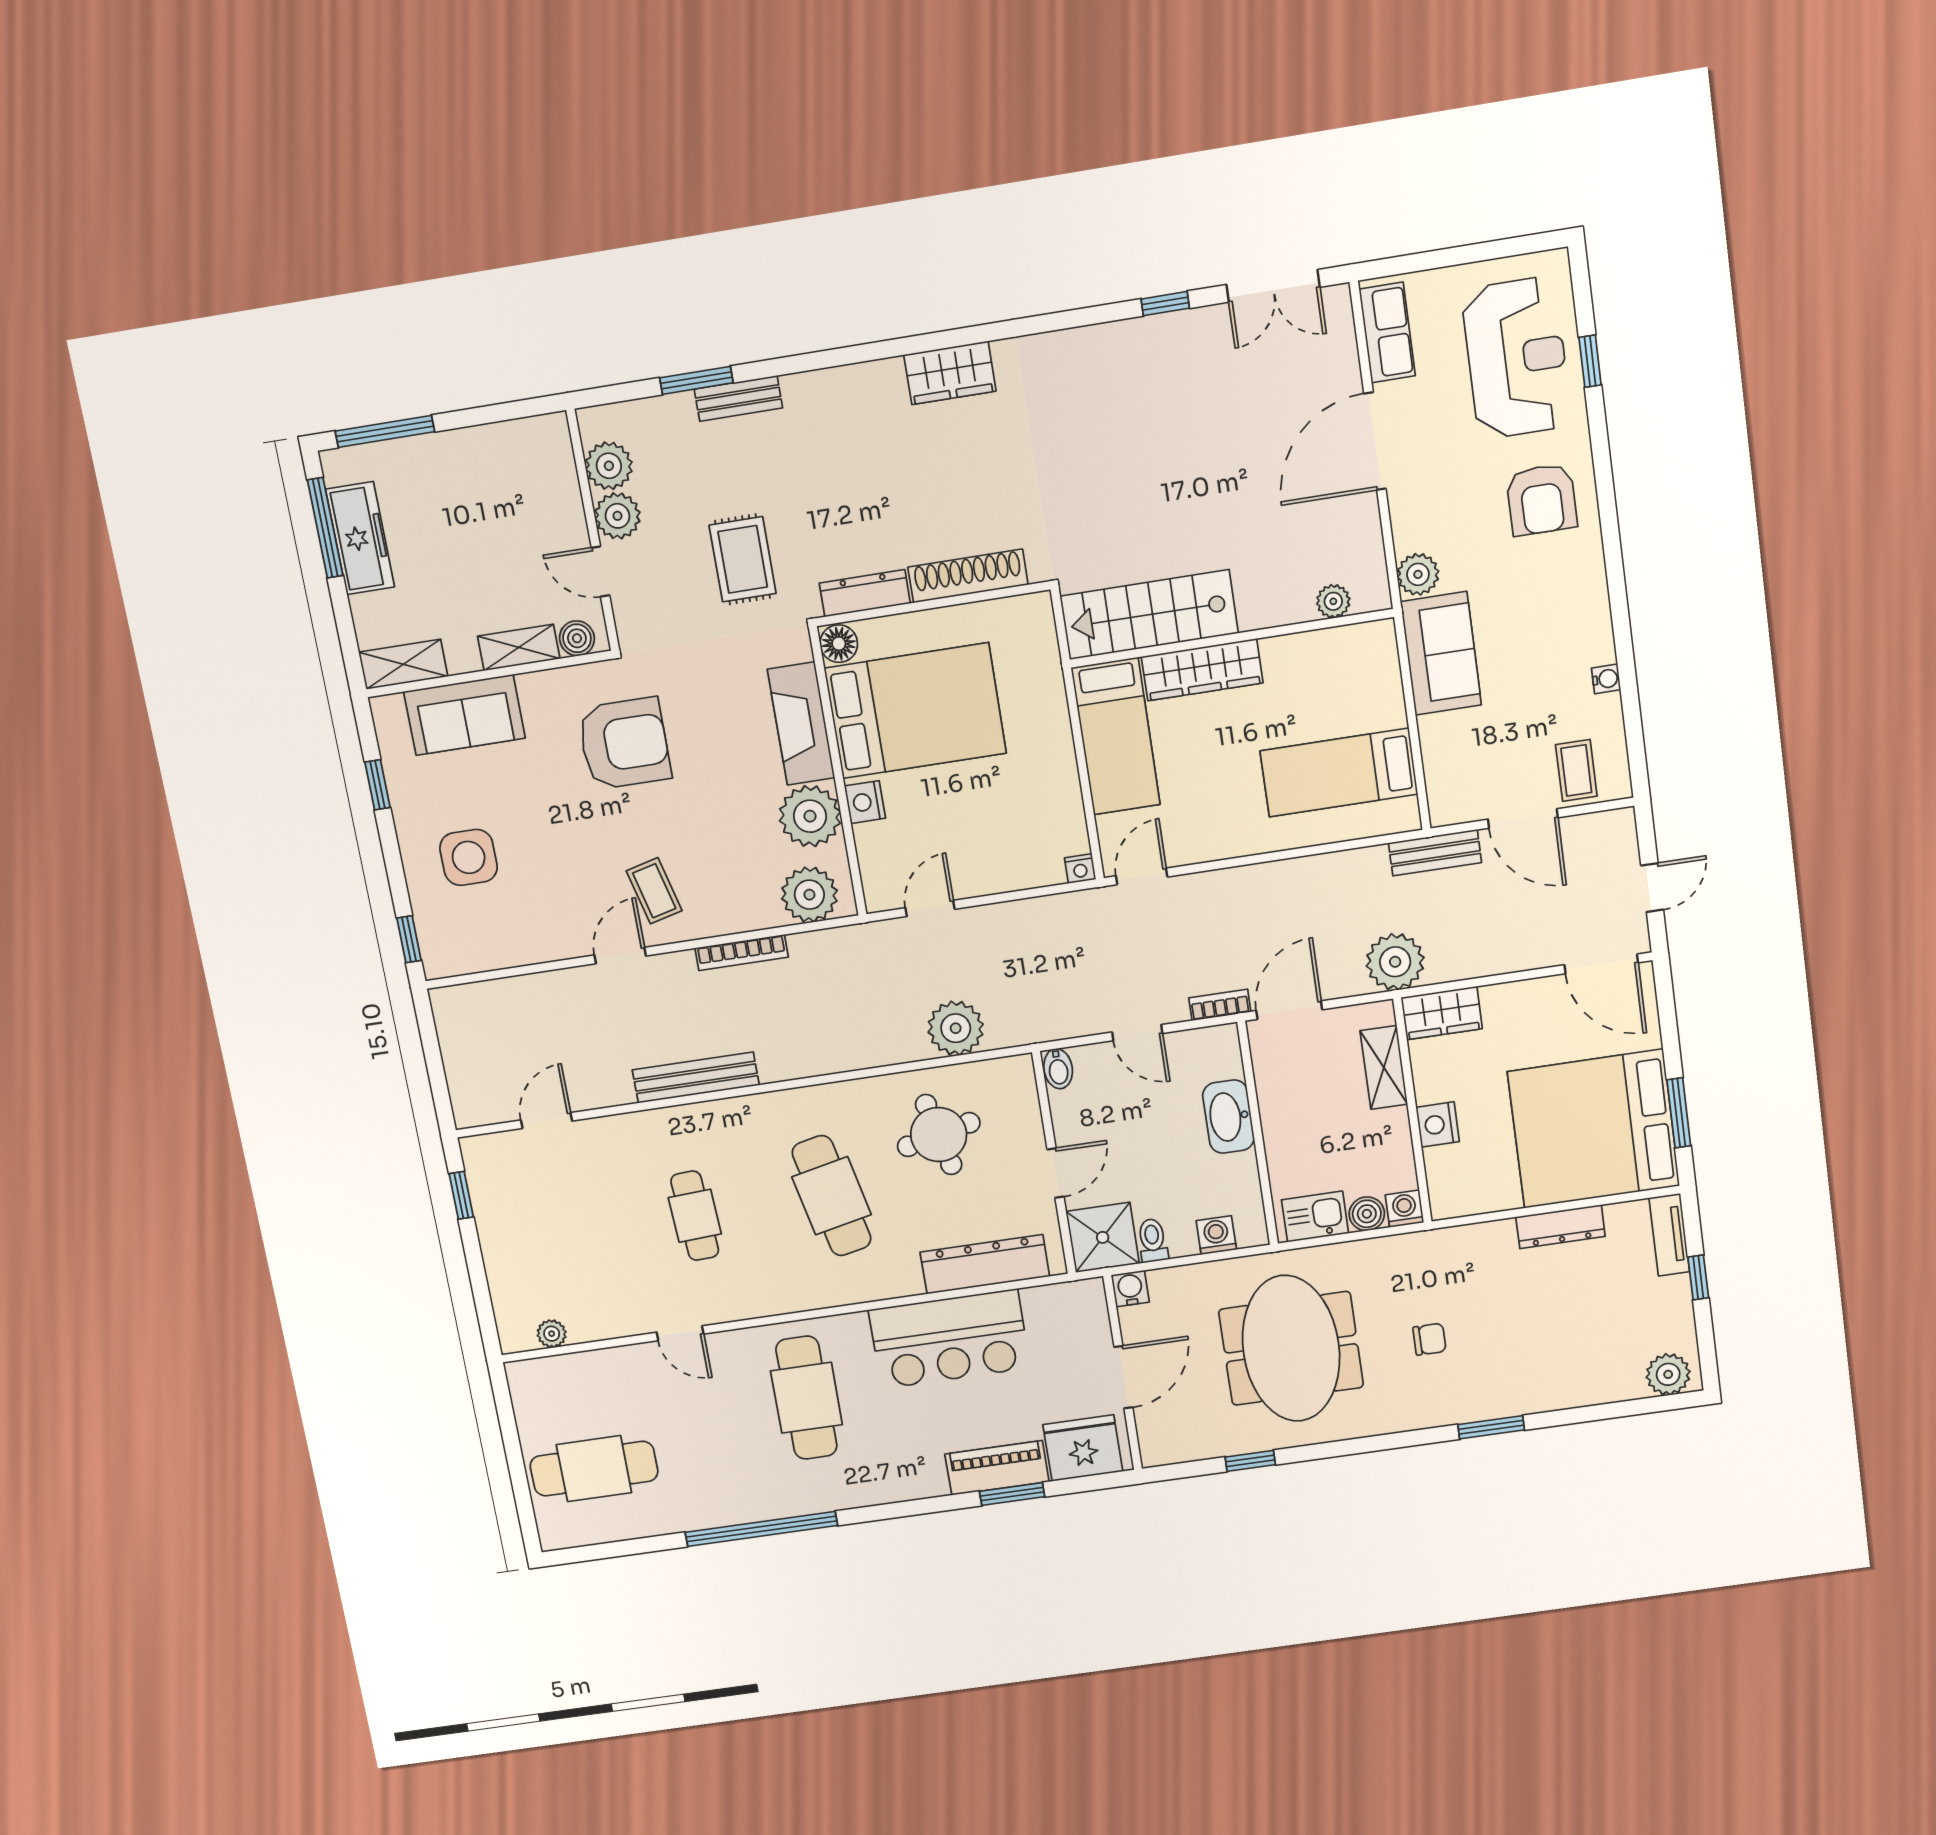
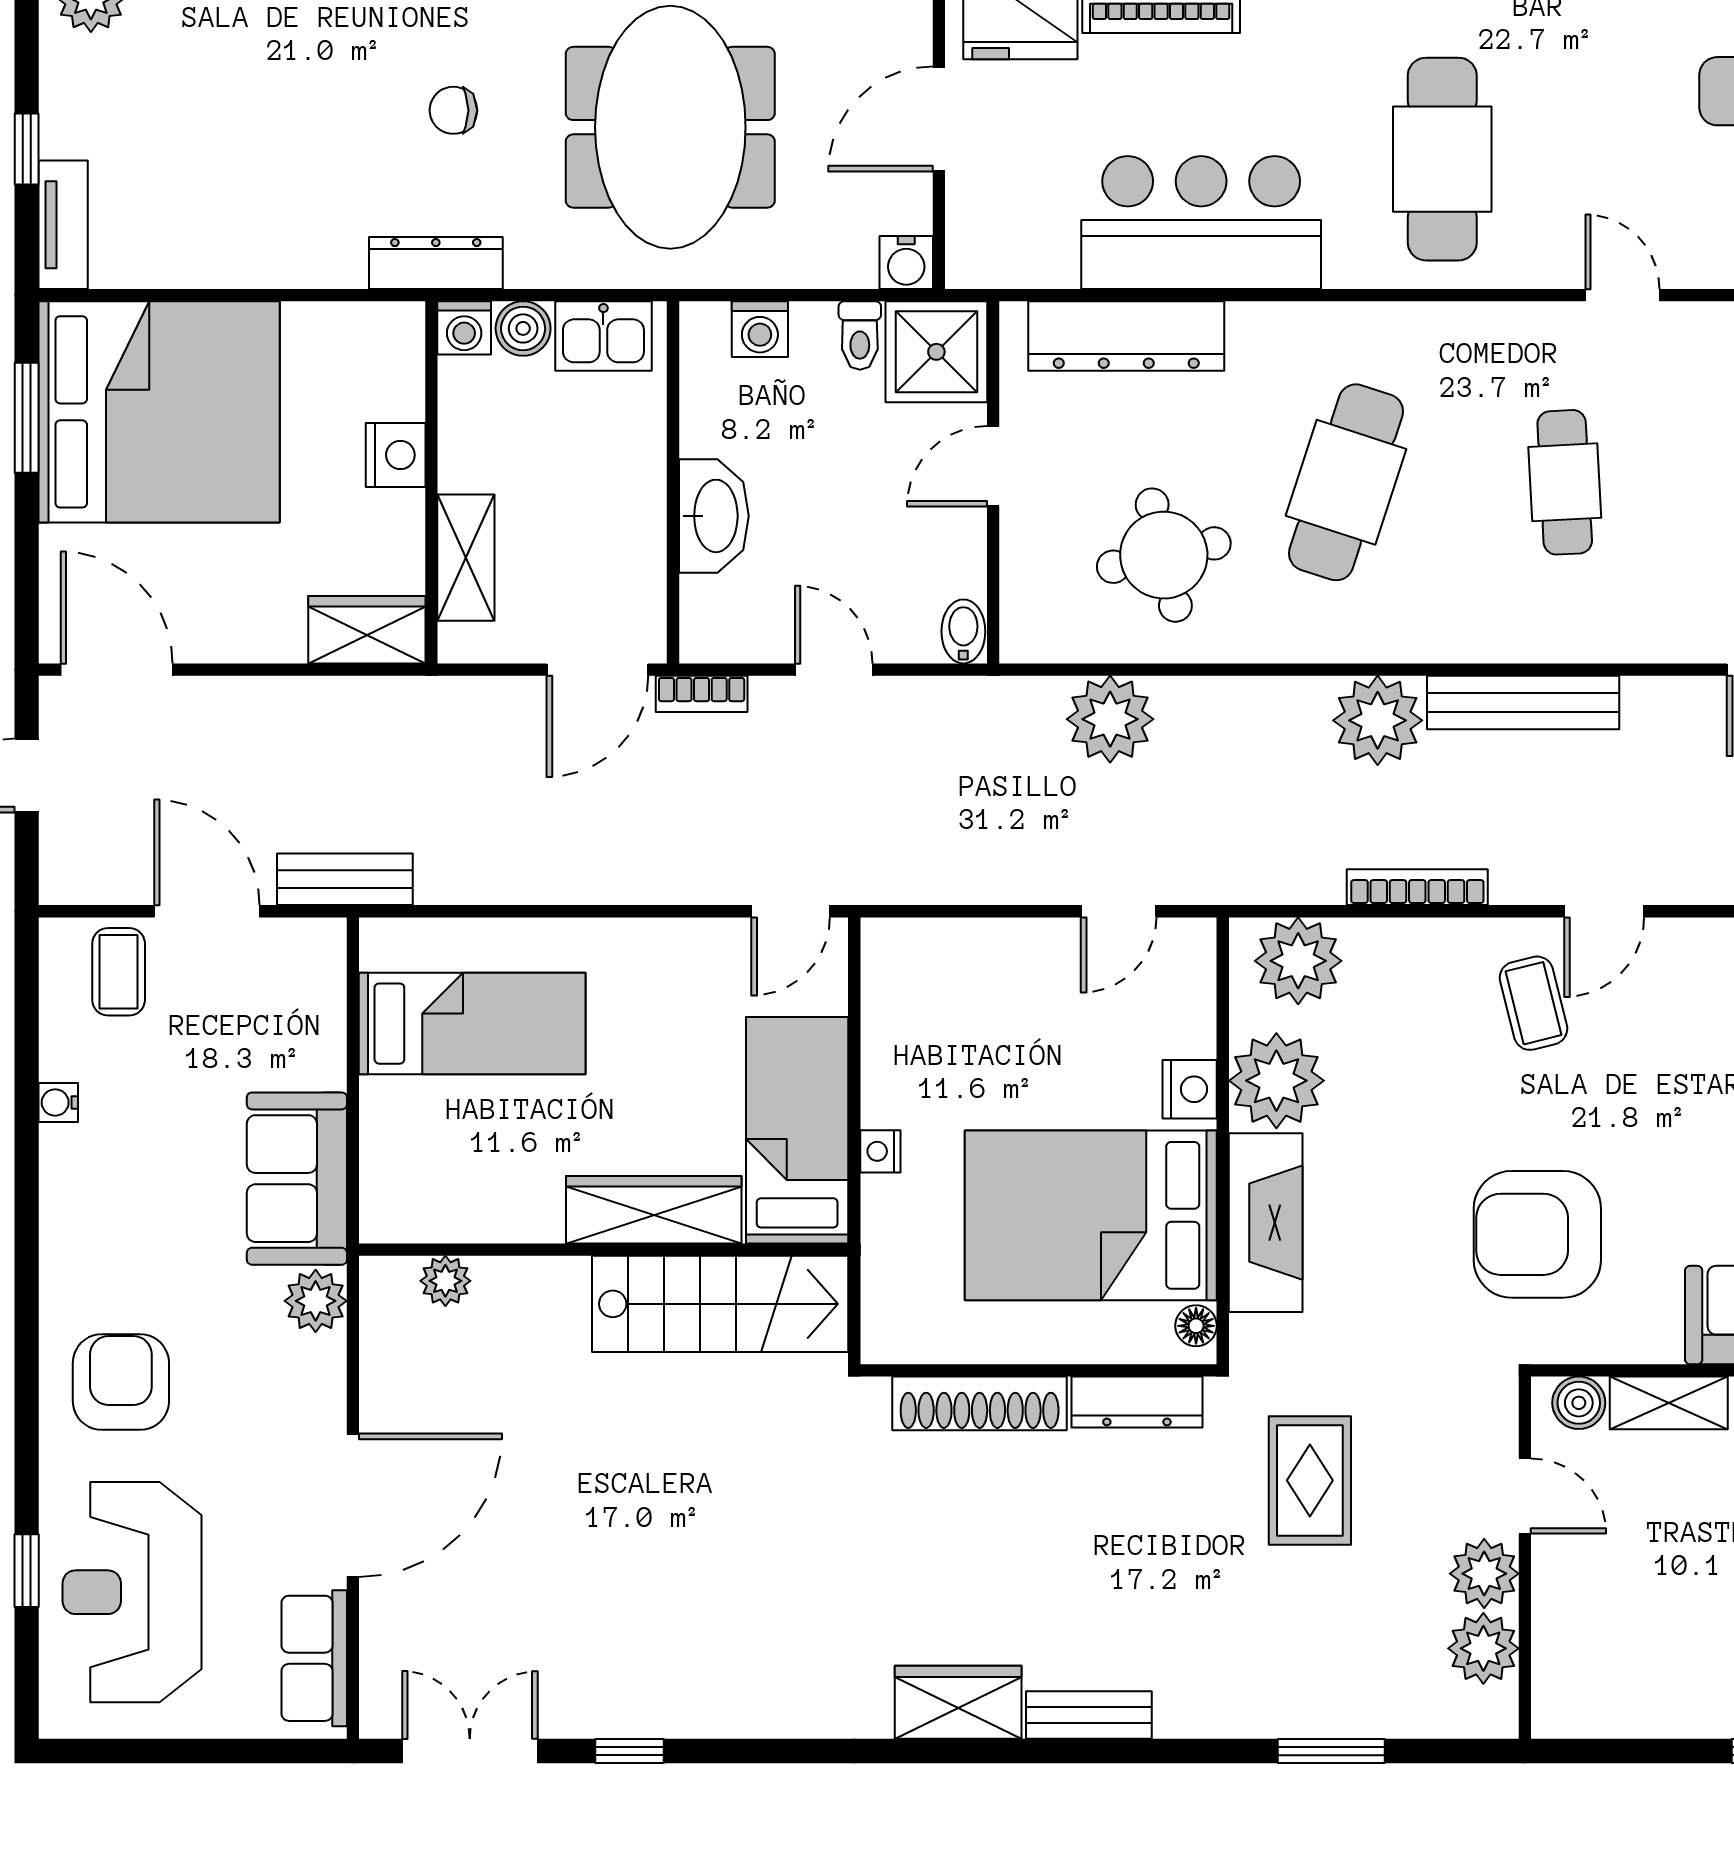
bench: (738, 399) -> (1089, 1715), moved
floor lamp: (839, 644) -> (1196, 1326), width x0.73, depth x0.73
nightstand: (1080, 869) -> (880, 1151), moved, turned -90
plant: (1395, 962) -> (1378, 720), moved
cafe table: (832, 1196) -> (1346, 482), turned 30
dresser: (1560, 1227) -> (436, 263), moved

